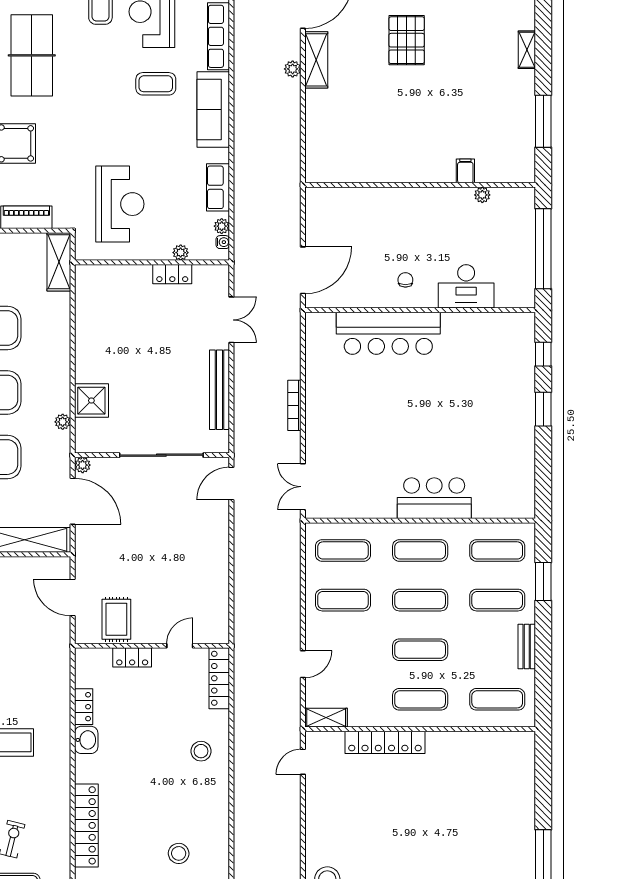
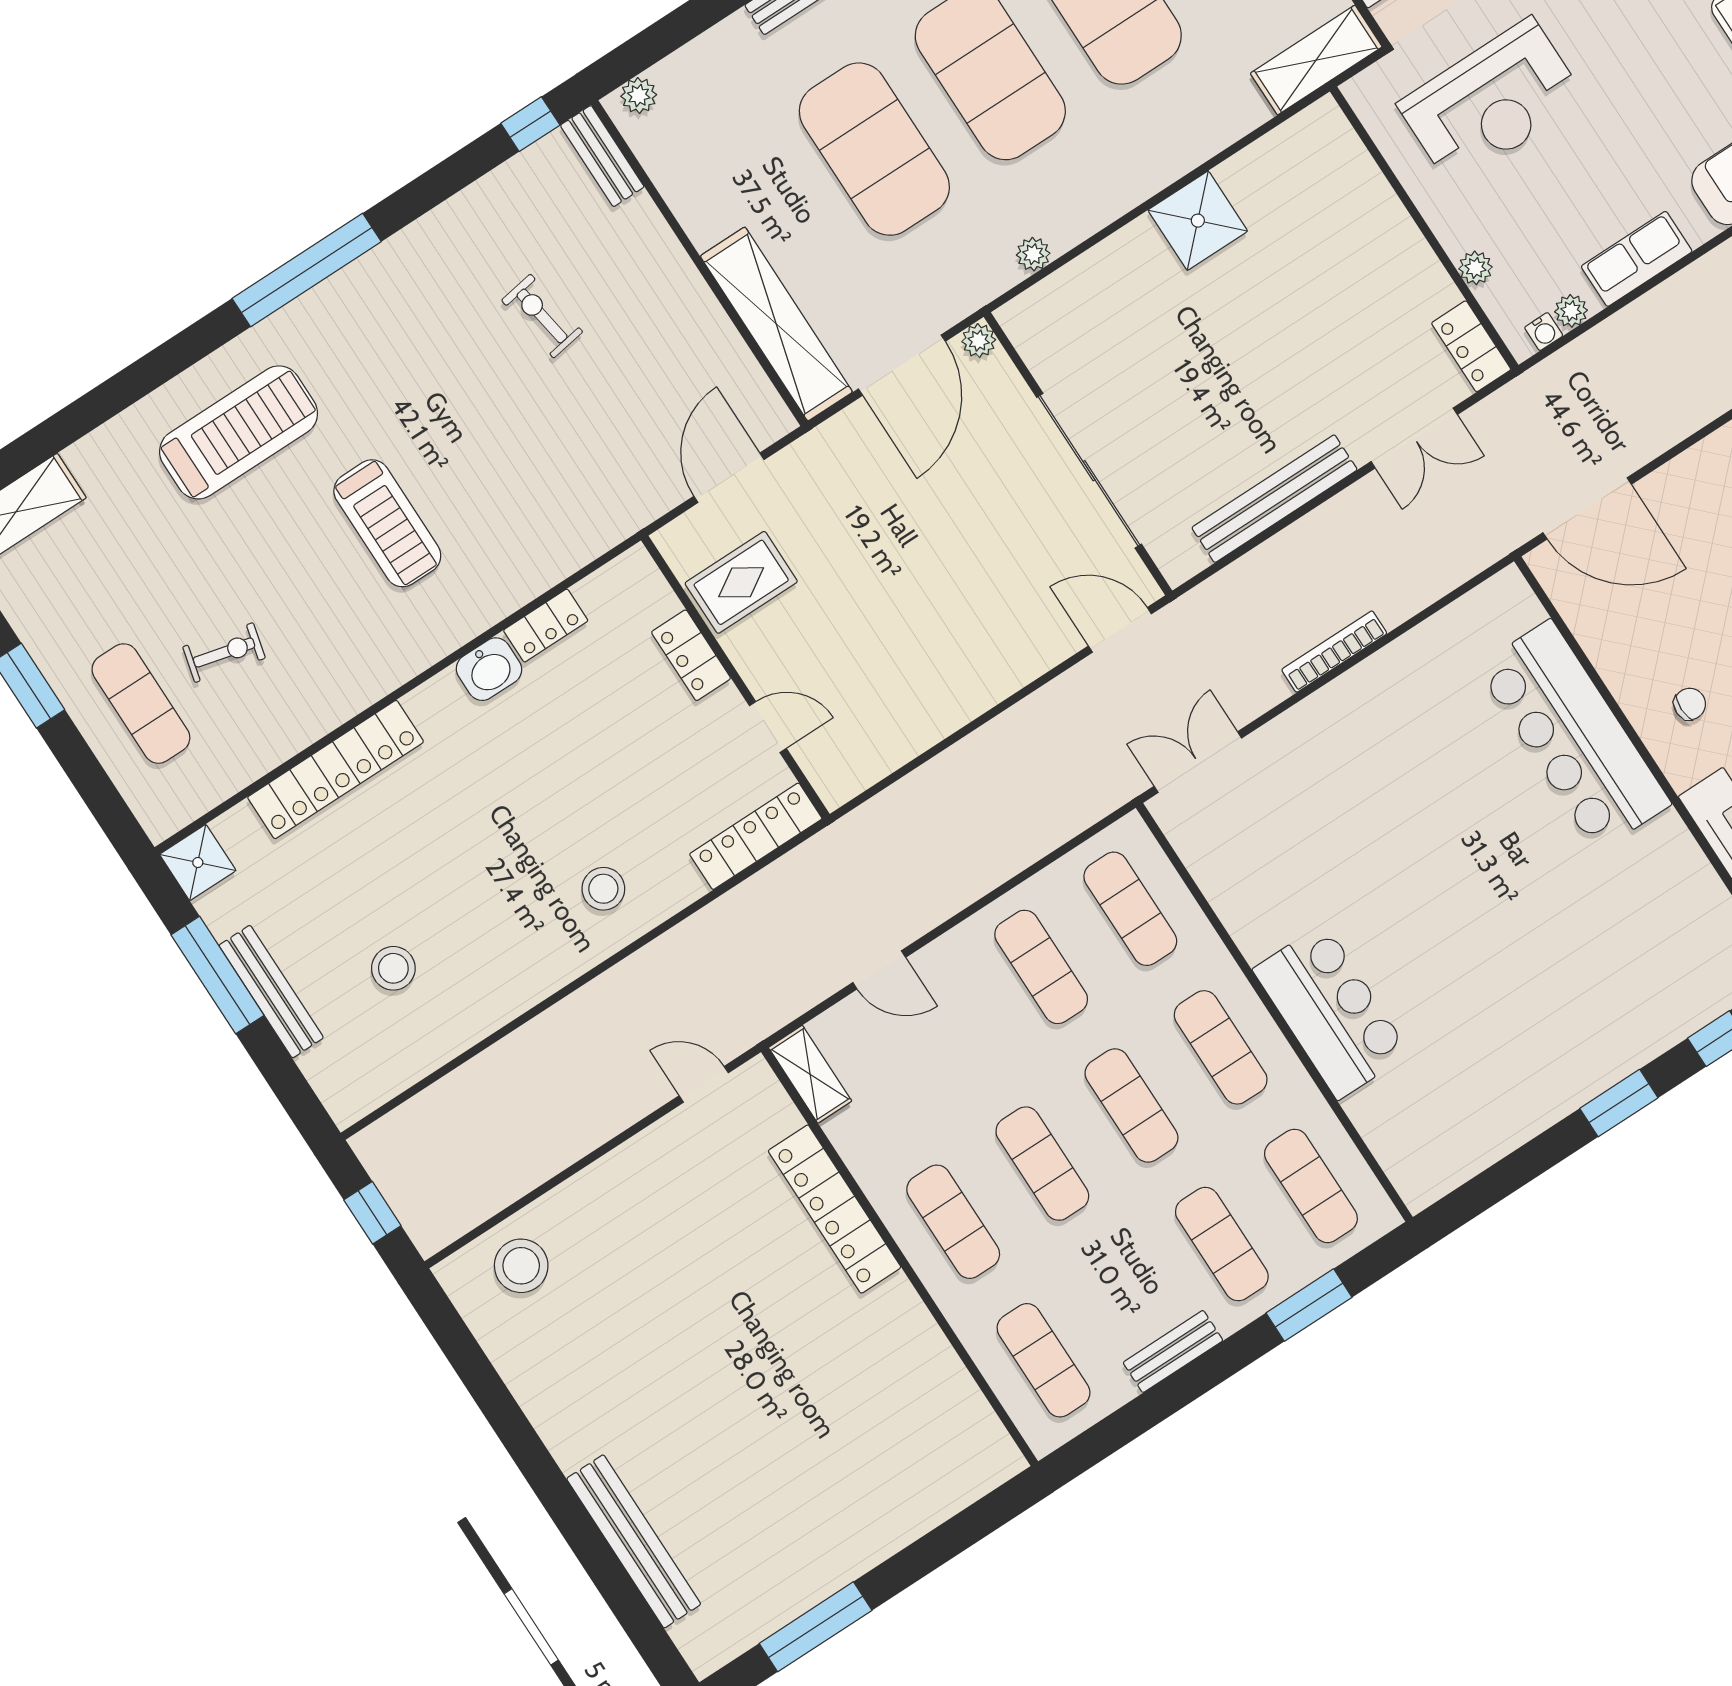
locker: (172, 274) -> (1471, 346), moved
shower: (91, 401) -> (1198, 221), moved

